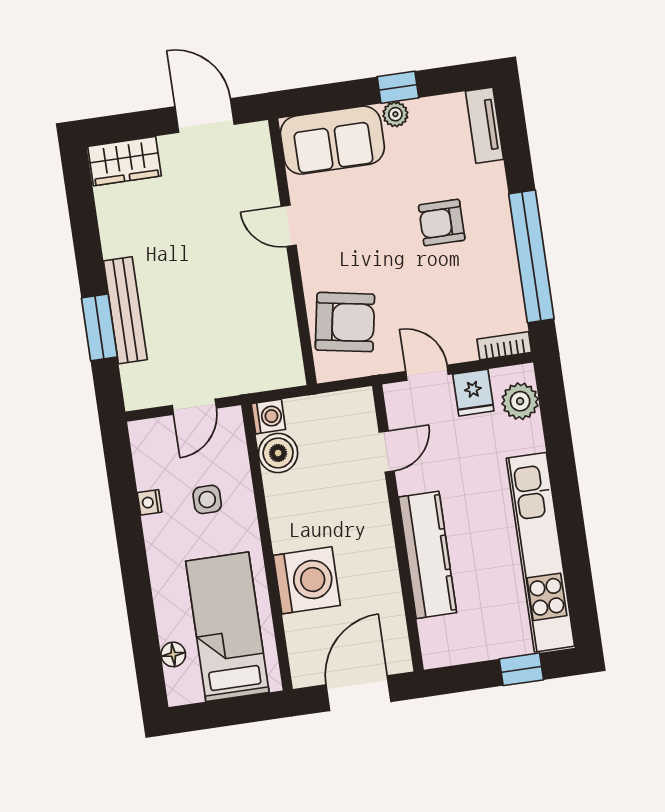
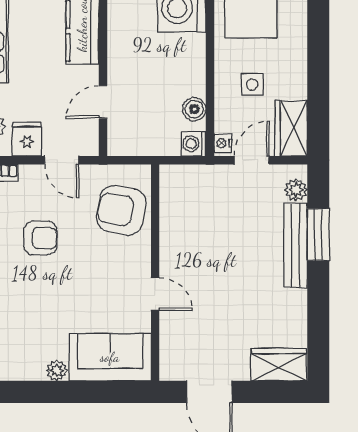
window: (398, 87) -> (52, 392), removed
armchair: (442, 223) -> (40, 238), moved
plant: (135, 378) -> (296, 190), added
wardrobe: (152, 453) -> (291, 128), added
boiler: (278, 453) -> (194, 109), width x0.73, depth x0.73
nightstand: (150, 502) -> (223, 143), moved, turned 180

